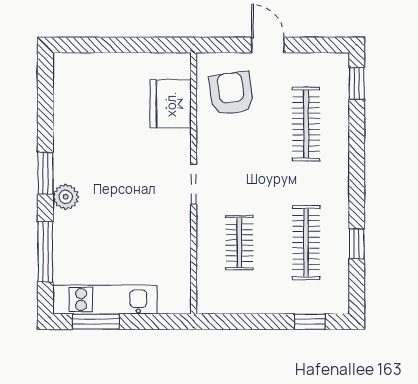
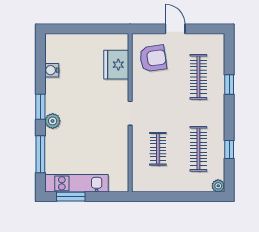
window: (357, 83) -> (229, 85), moved
armchair: (231, 93) -> (153, 58), turned 90
water cooler: (64, 113) -> (52, 70), added
plant: (339, 304) -> (218, 186), added
window: (310, 322) -> (201, 197), removed

